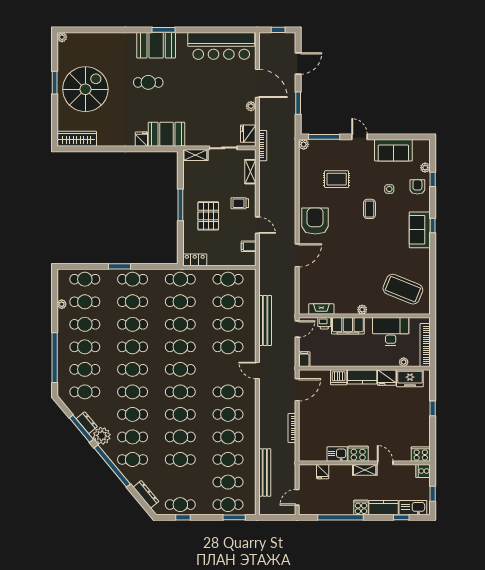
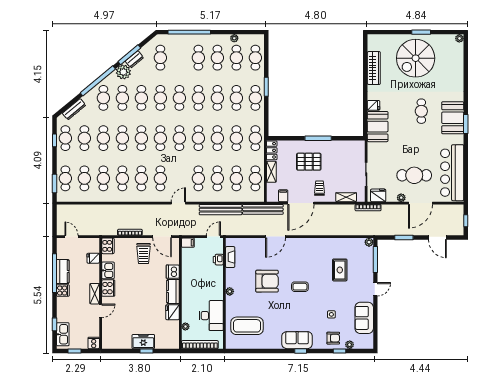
spiral stairs: (85, 89) -> (416, 58), turned 90
cafe table: (224, 91) -> (414, 175), added
wardrobe: (77, 139) -> (374, 68), moved
shelving: (195, 155) -> (271, 172), moved
coffee table: (369, 209) -> (300, 287), moved
armchair: (315, 221) -> (267, 281), moved
door: (257, 225) -> (301, 203), width x1.88
door: (297, 255) -> (275, 237), hinge flipped
coffee table: (403, 289) -> (247, 326), turned 68
filing cabinet: (348, 326) -> (216, 279), removed
door: (297, 329) -> (213, 237), swing flipped
cafe table: (85, 369) -> (84, 138), moved
freezer: (410, 378) -> (143, 342), moved, turned 90
trolley: (317, 412) -> (144, 254), added
cooker: (421, 454) -> (108, 246), moved
bench: (265, 472) -> (263, 209), moved
kitchen counter: (384, 508) -> (63, 272), moved

